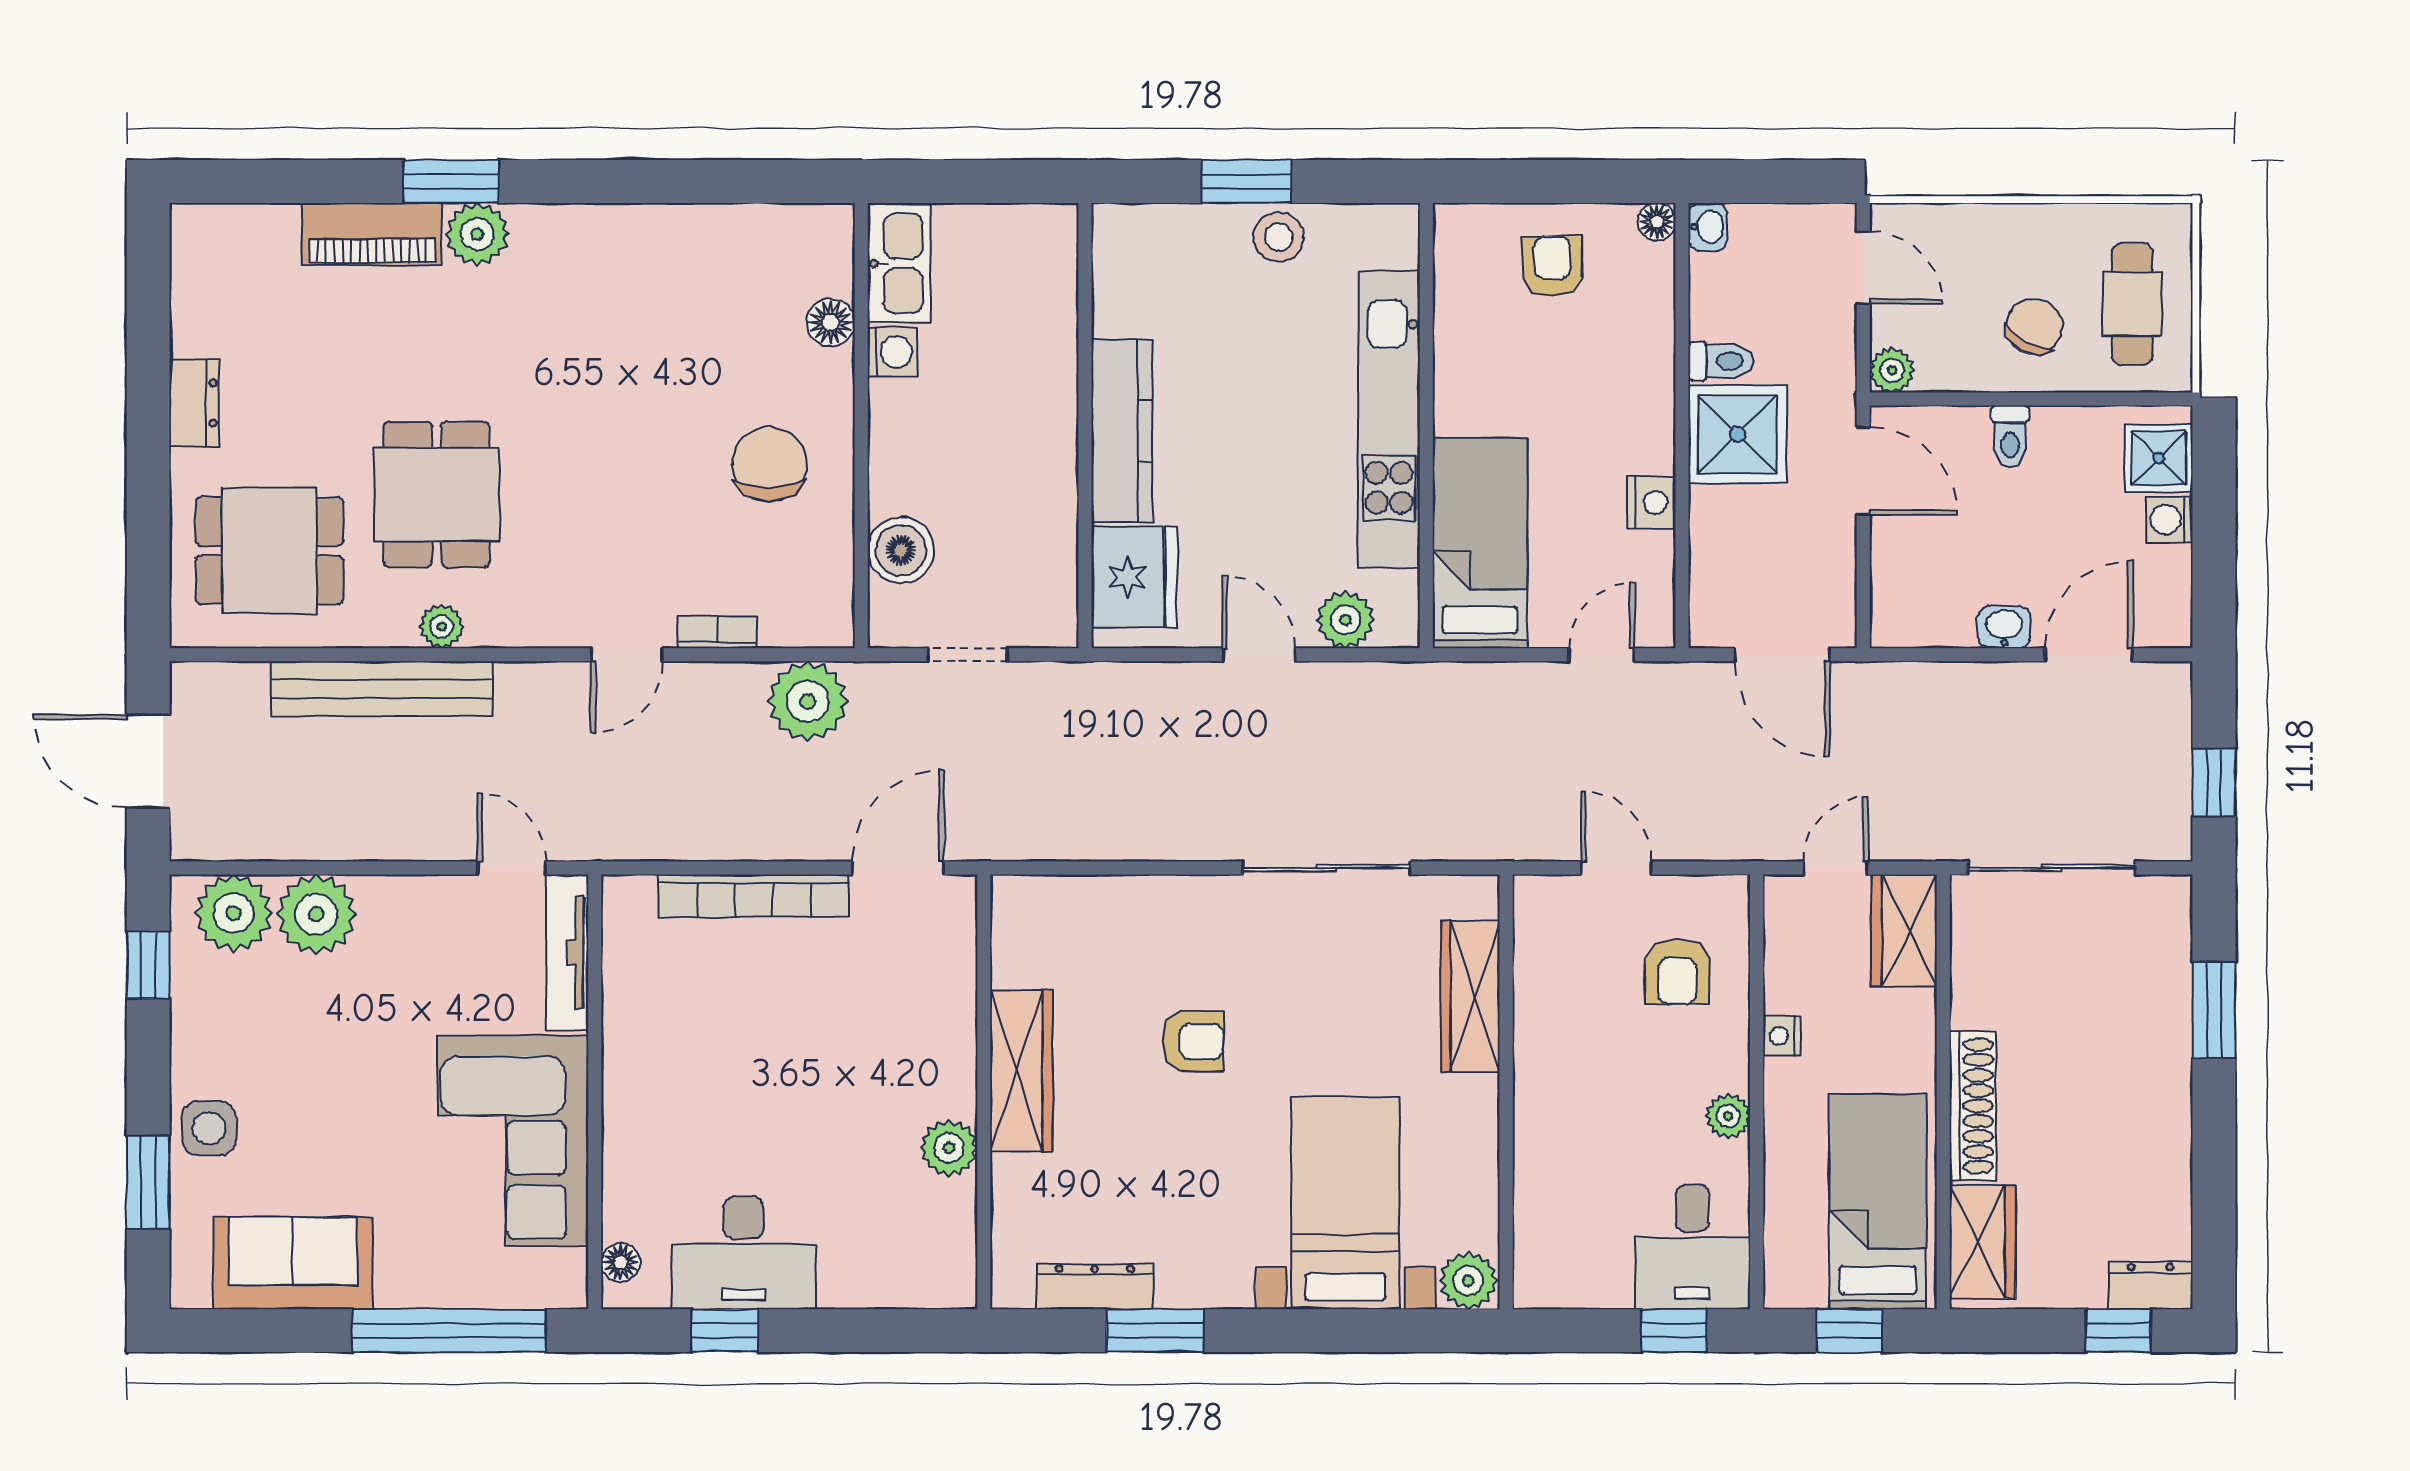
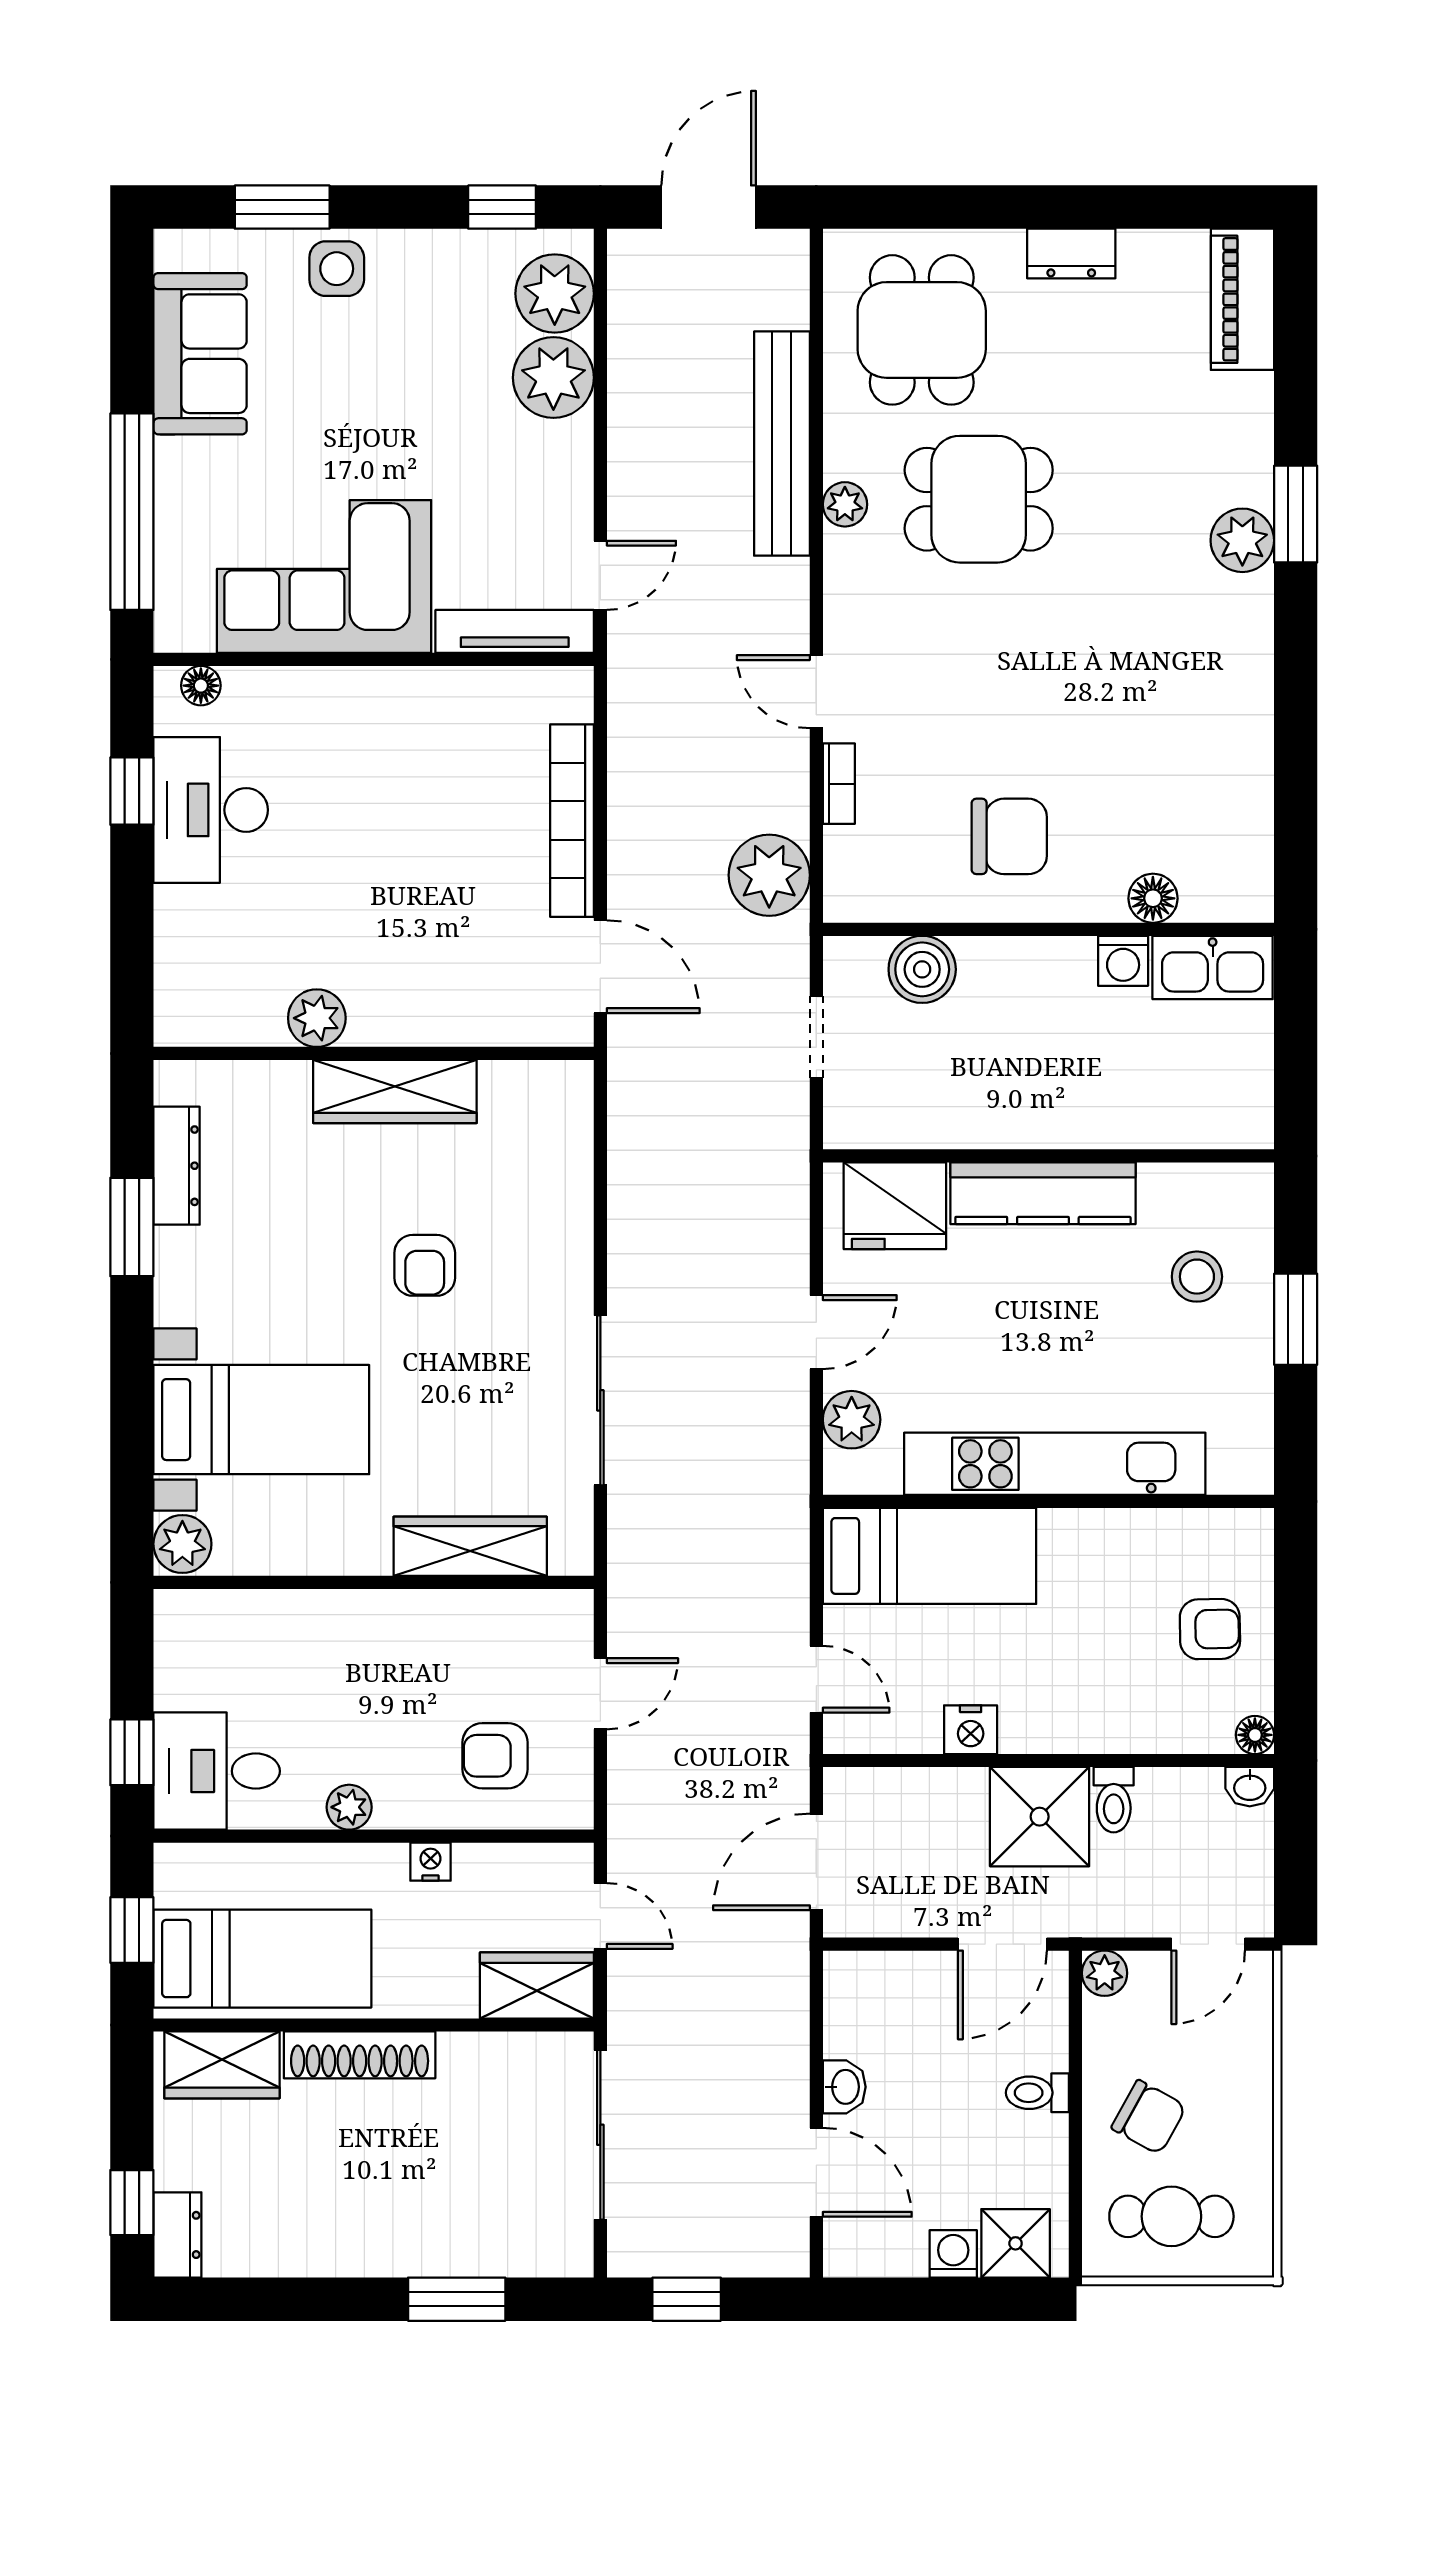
piano: (372, 234) -> (1242, 299), moved
stool: (1279, 237) -> (1197, 1277), moved

